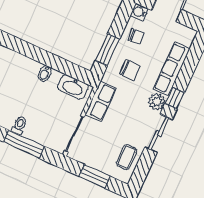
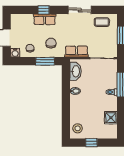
row of seats: (172, 69) -> (45, 19), width x0.68
window: (175, 98) -> (44, 10), moved
plant: (157, 102) -> (62, 19), removed

